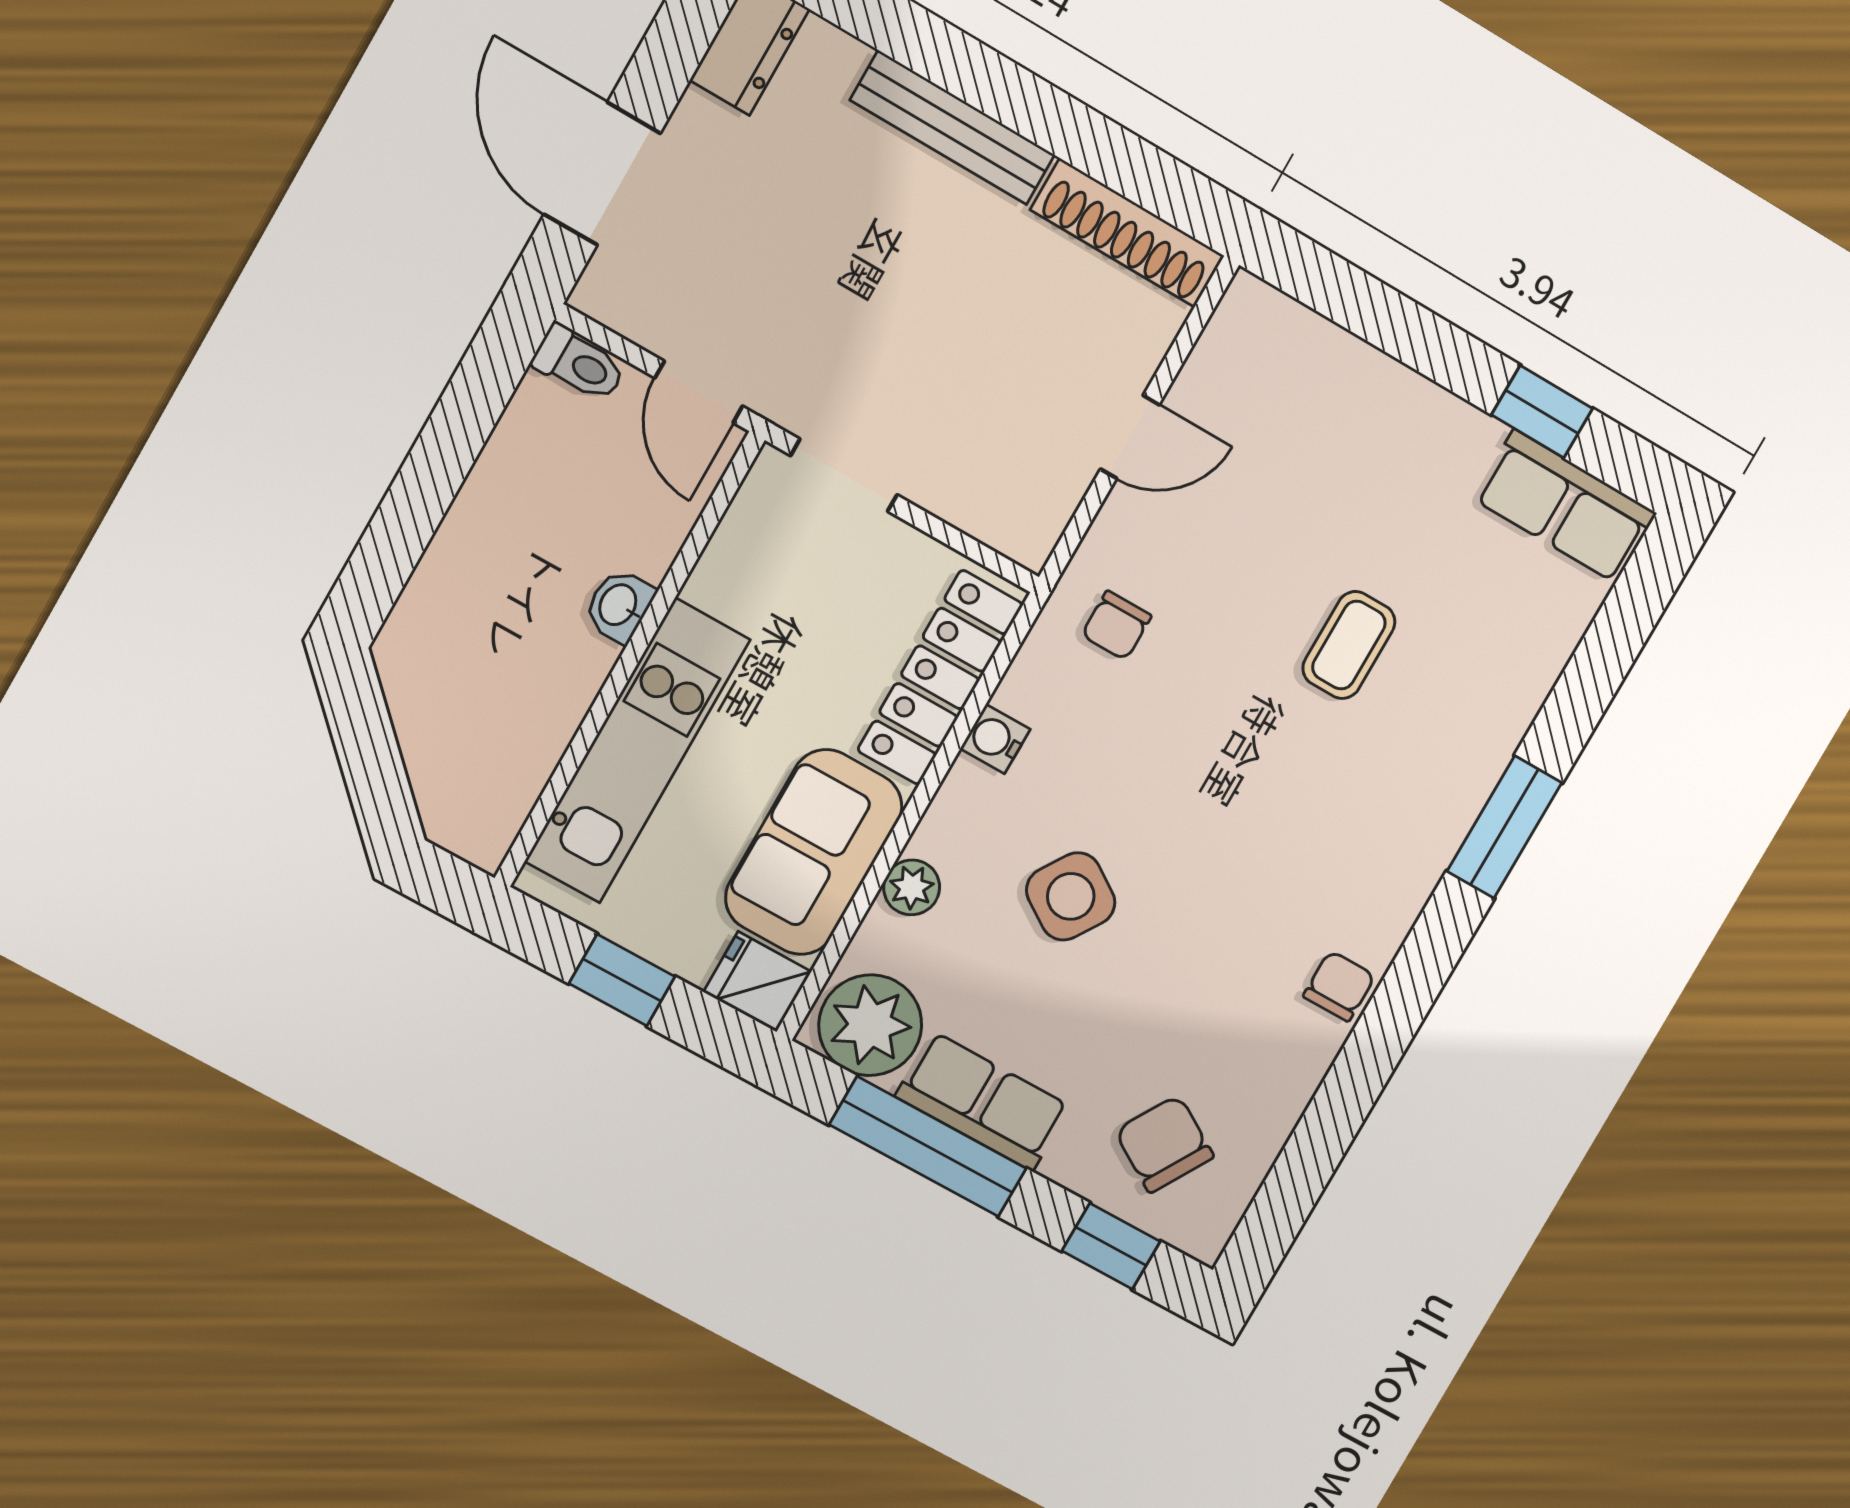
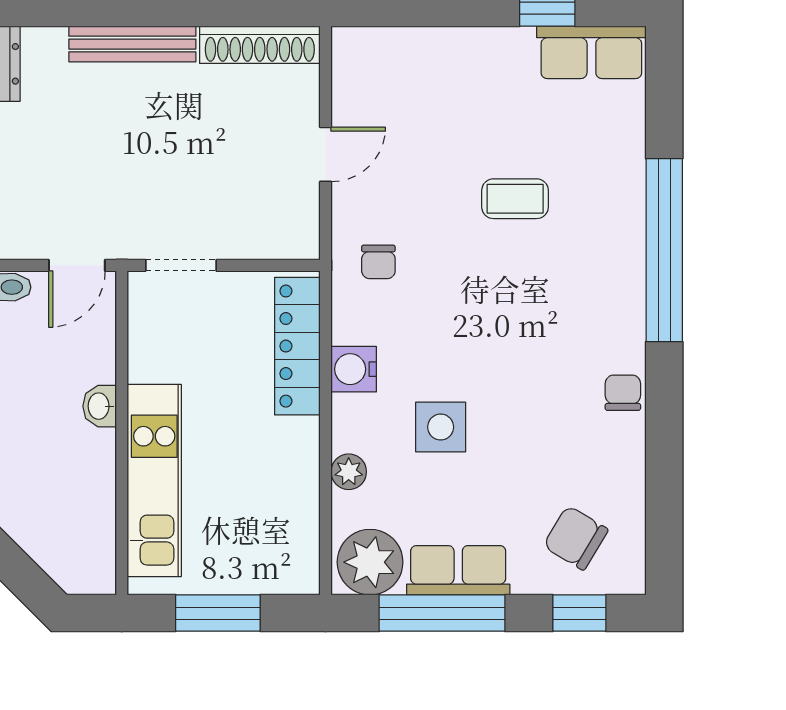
door: (699, 392) -> (77, 265), hinge flipped
coffee table: (1349, 645) -> (515, 199), turned 90
water cooler: (995, 739) -> (354, 369), width x1.38, depth x1.38
window: (1504, 827) -> (664, 250), width x2.11
sofa: (814, 852) -> (283, 482), removed
side table: (1071, 896) -> (441, 427), turned -33
window: (622, 980) -> (218, 613), width x1.50
fridge: (757, 982) -> (293, 573), removed

